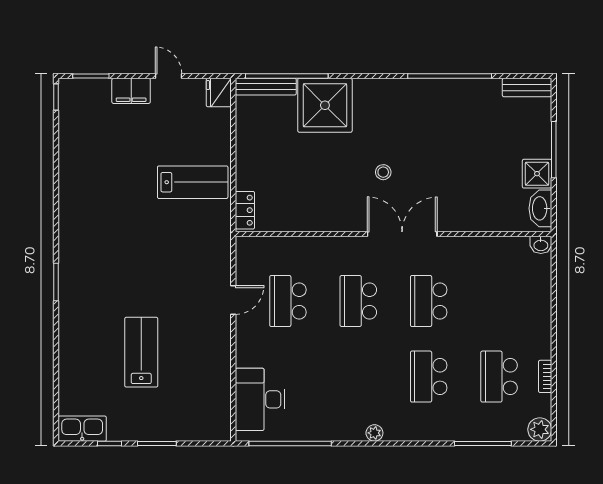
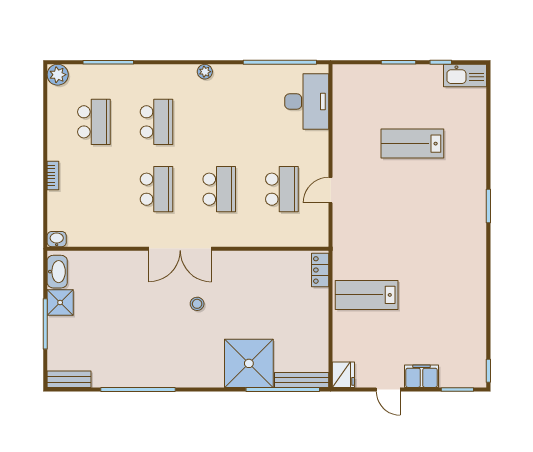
lab bench: (141, 352) -> (412, 144), turned 90
bookcase: (545, 376) -> (53, 175), moved

